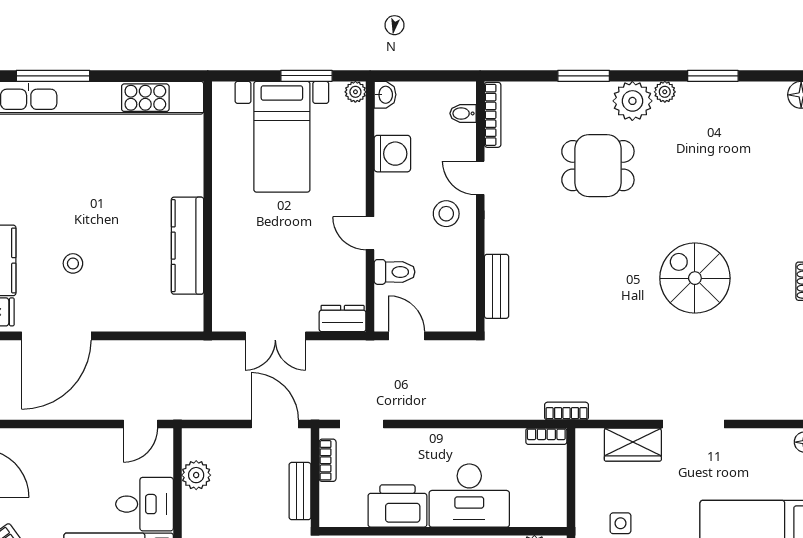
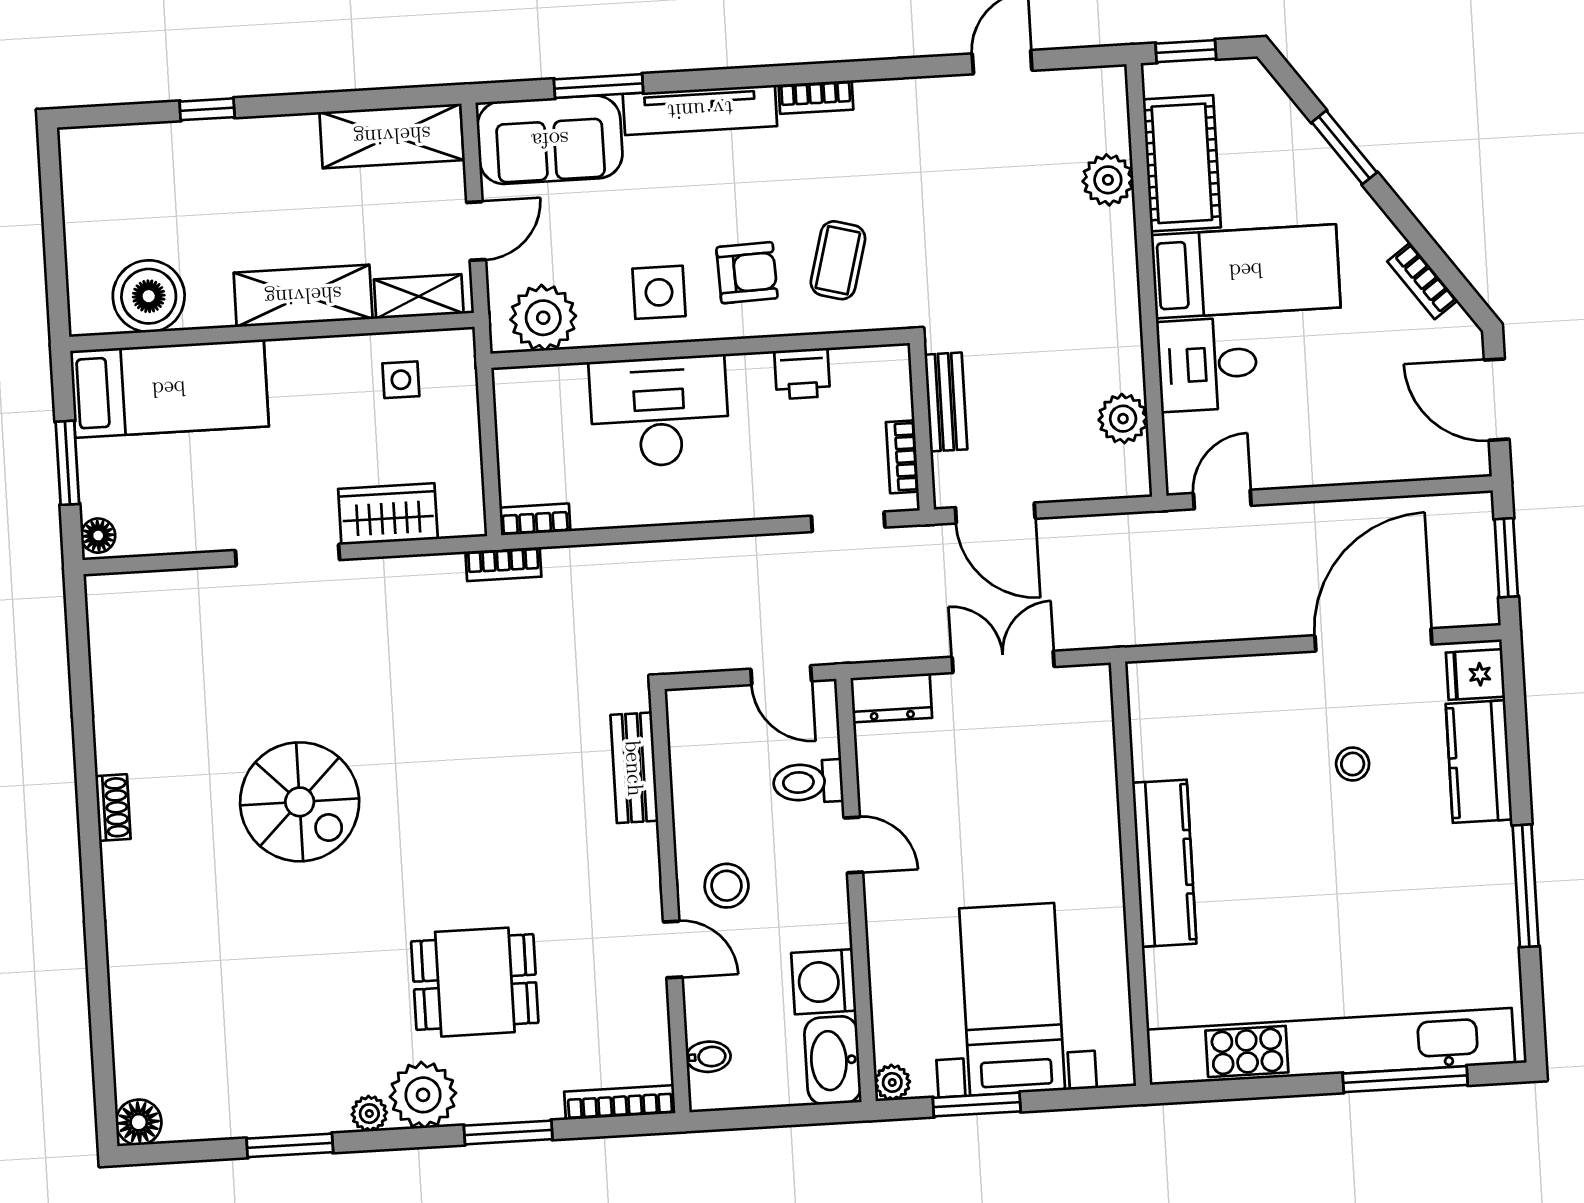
washbasin: (385, 95) -> (833, 1060), width x1.91, depth x1.45
bookcase: (493, 115) -> (620, 1102), moved, turned 90
kitchen counter: (187, 246) -> (1164, 863), moved
printer: (397, 506) -> (802, 374), width x0.53, depth x0.68

